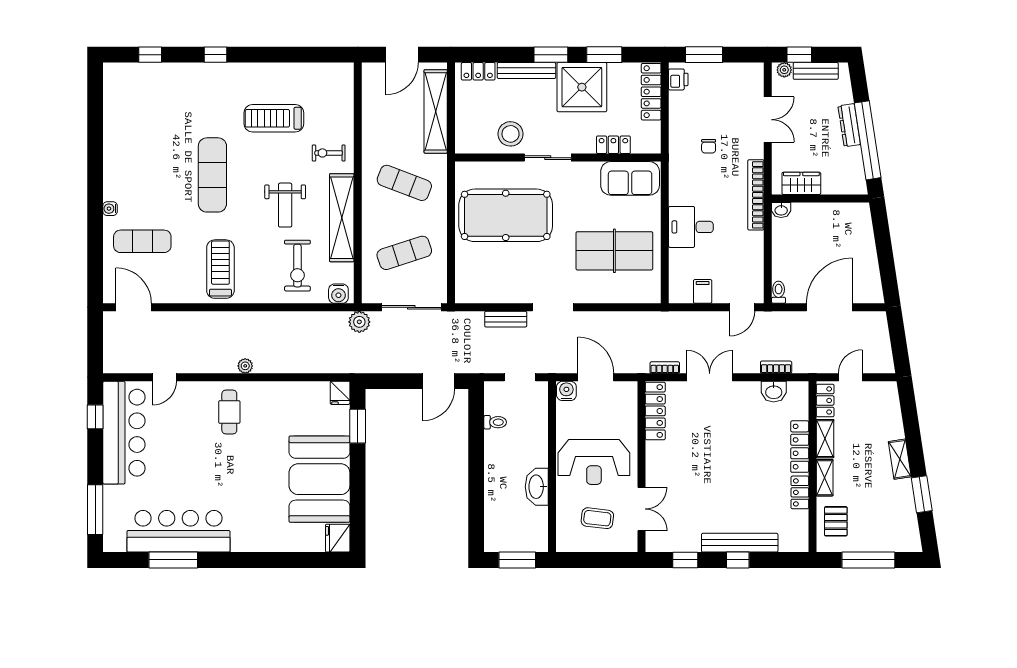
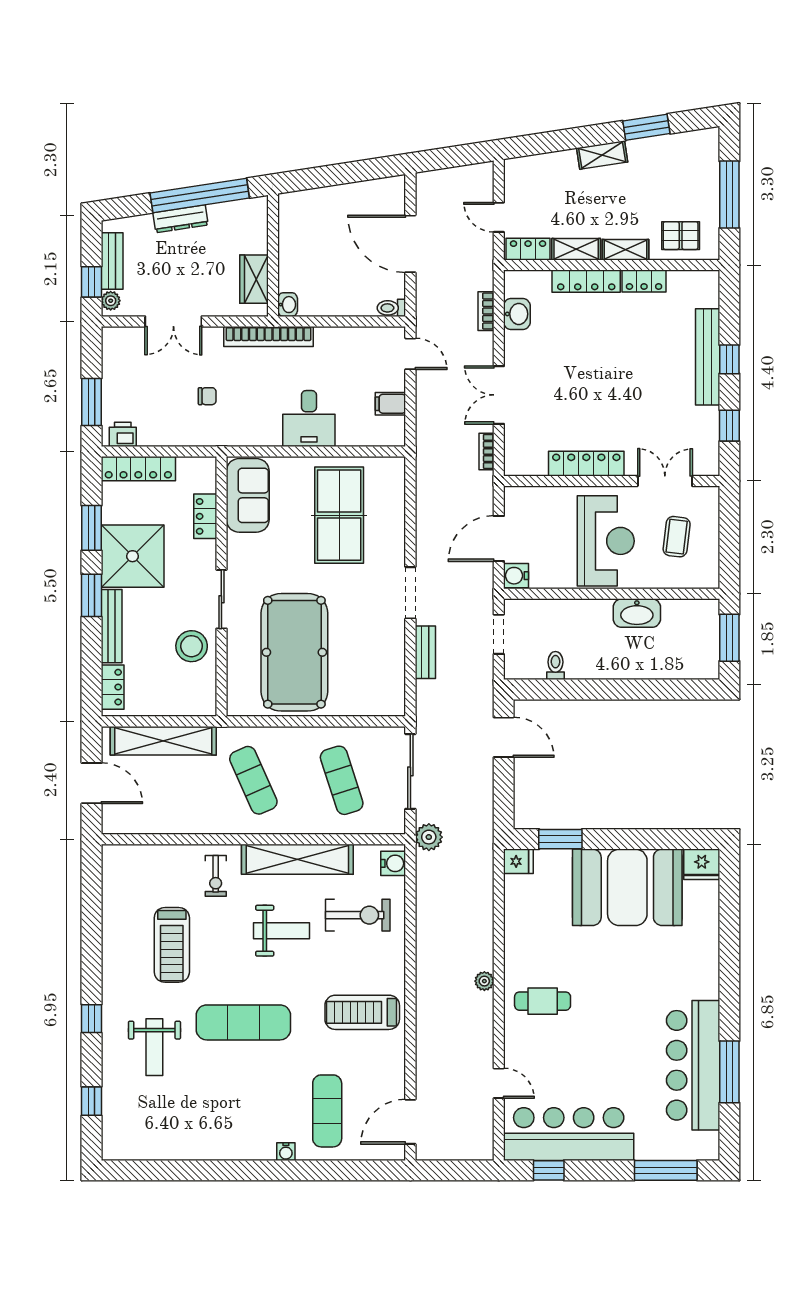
weight bench: (193, 104) -> (154, 1047), added
double door: (768, 120) -> (173, 321), swing flipped
exercise mat: (404, 183) -> (253, 780), turned -45
locker: (655, 411) -> (586, 464), moved

